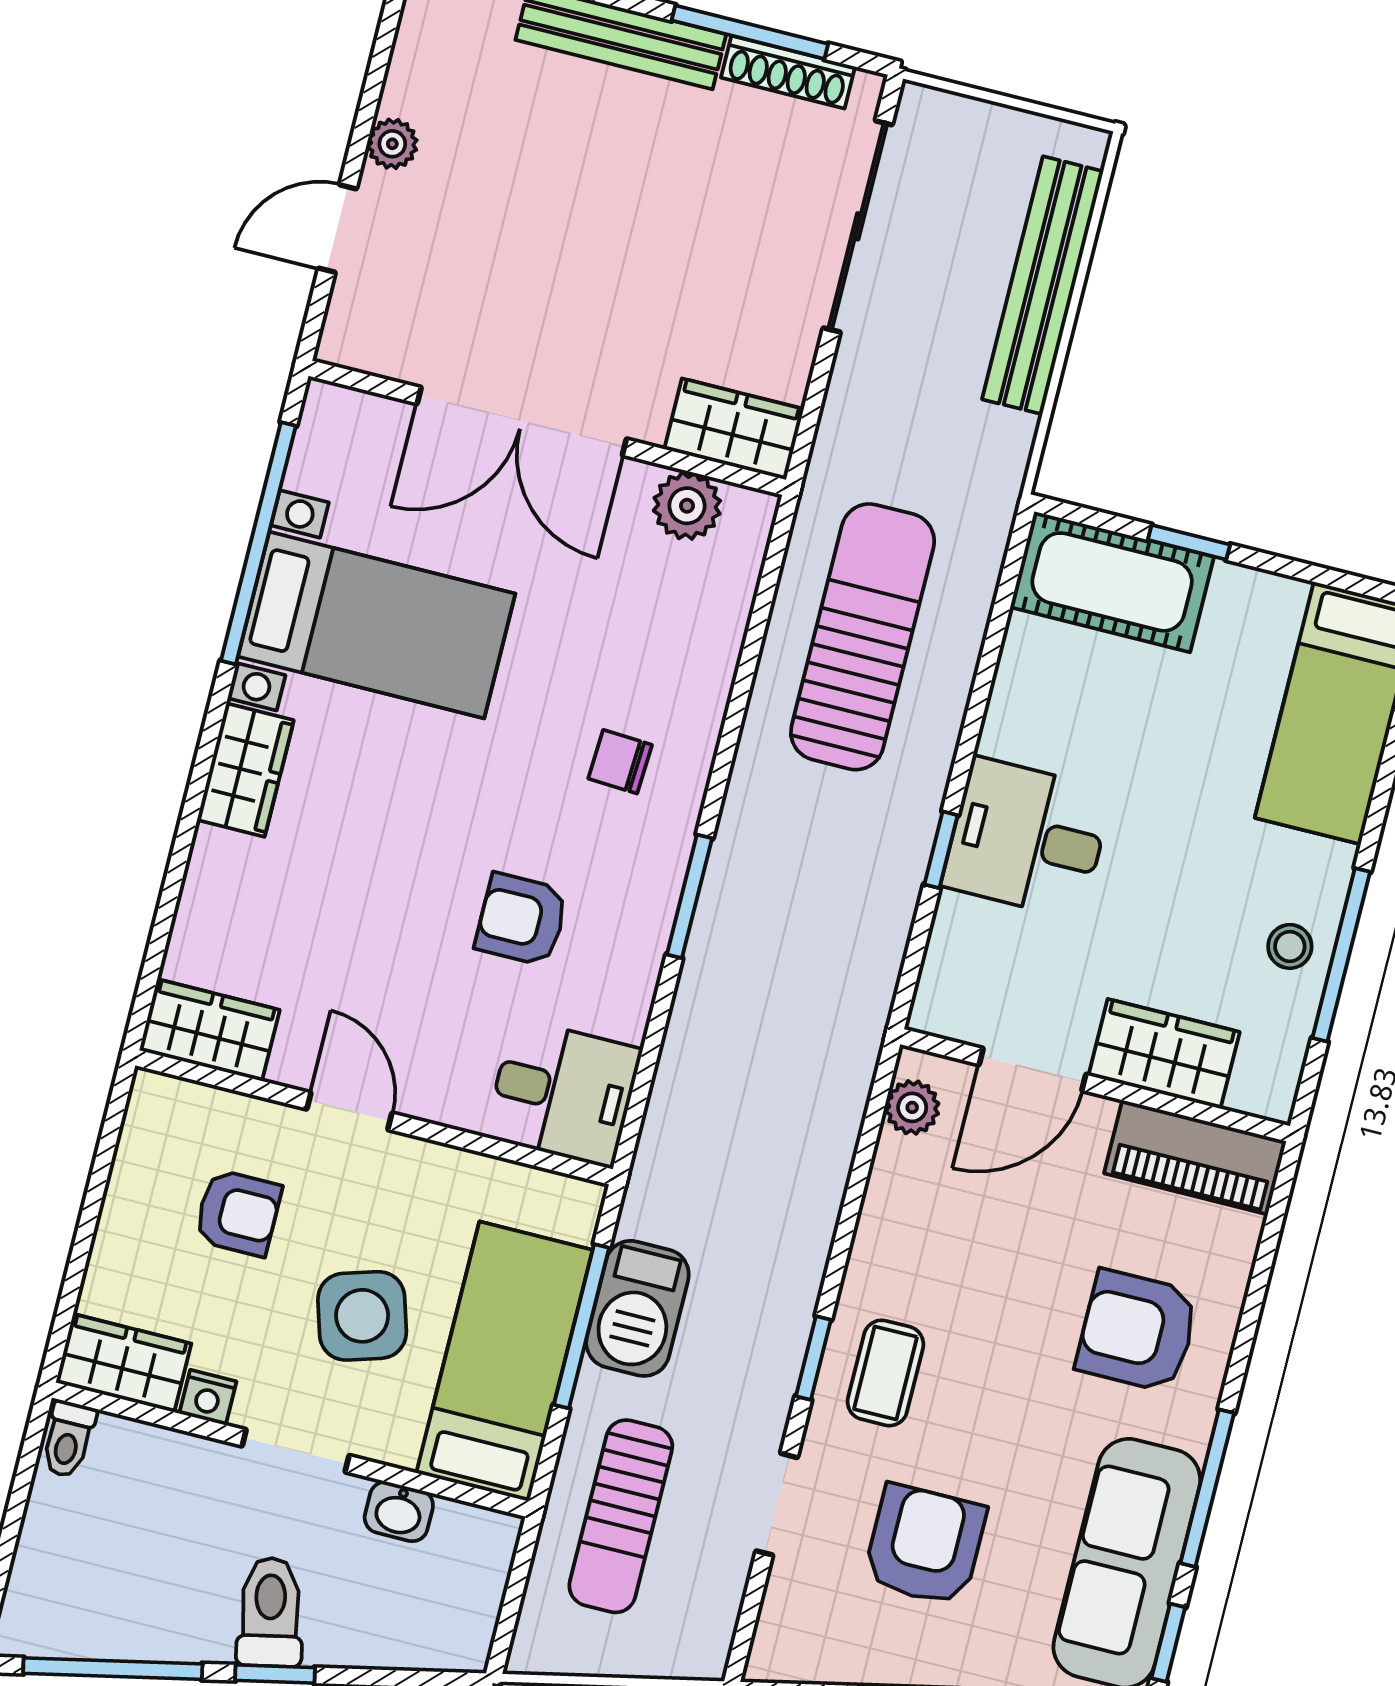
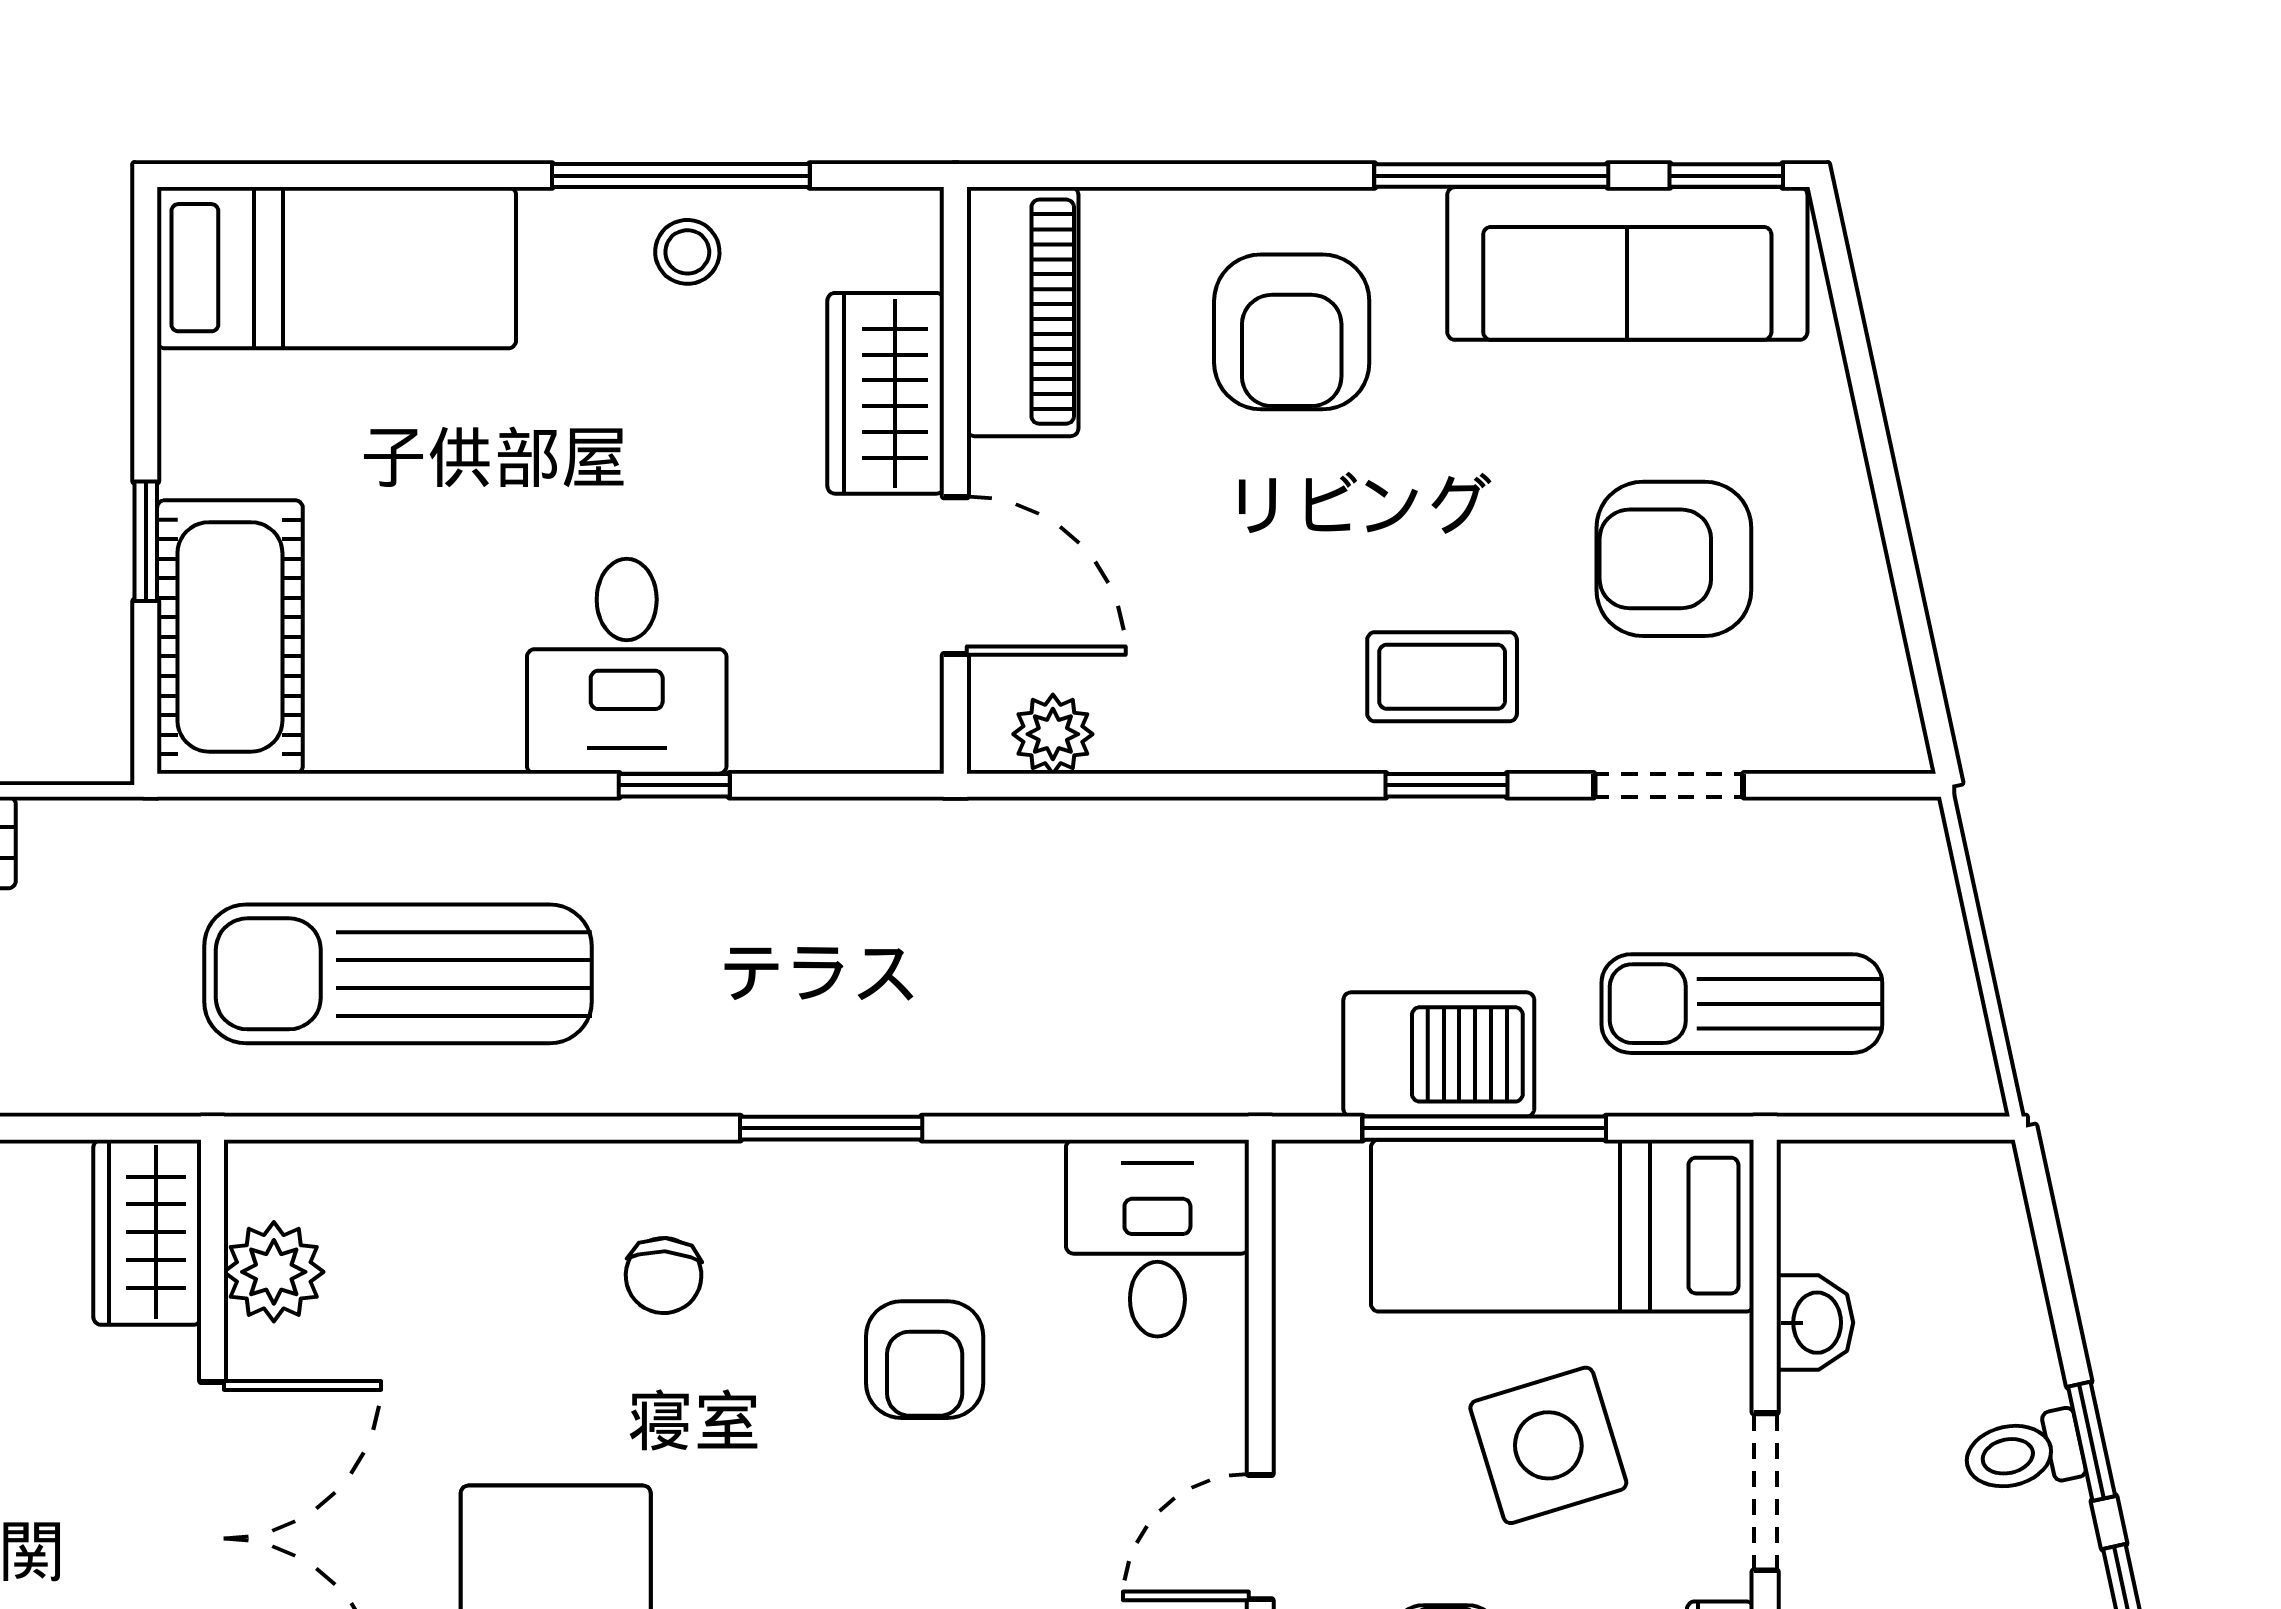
sun lounger: (621, 1516) -> (1742, 1004), turned 180
toilet: (270, 1612) -> (2024, 1453), width x0.73, depth x0.72

